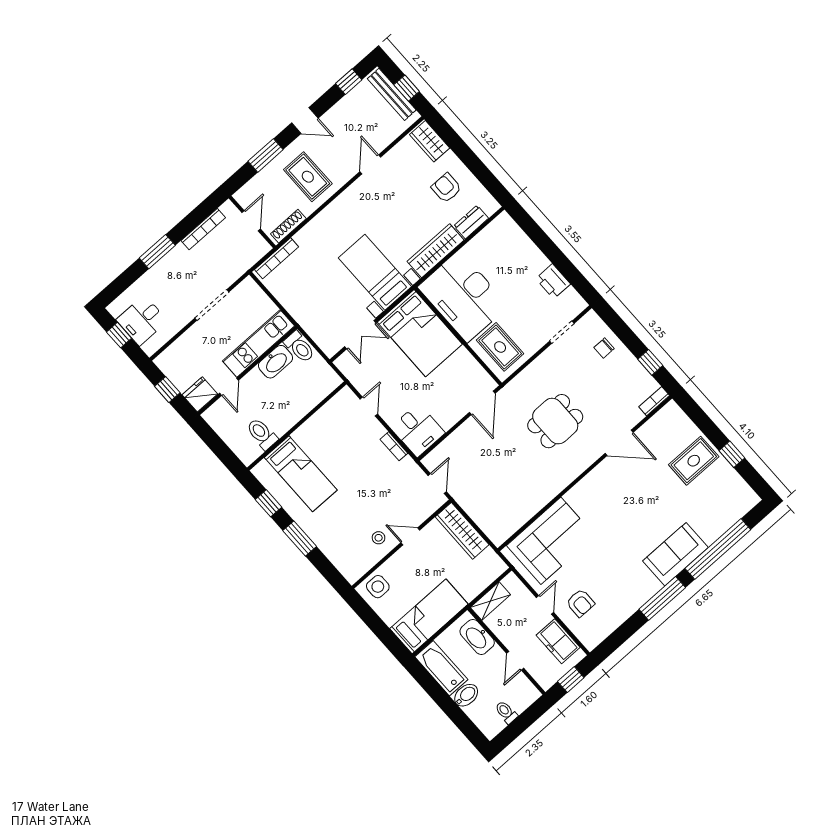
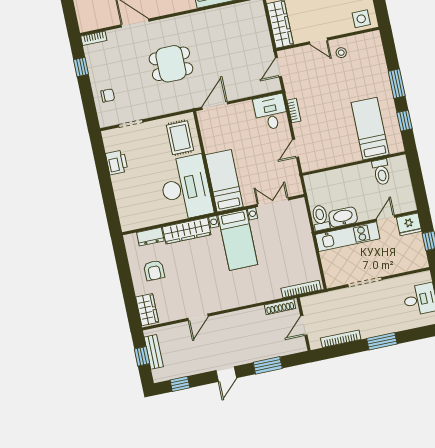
bench: (392, 94) -> (154, 352), width x0.73
door: (305, 121) -> (226, 374), swing flipped
rug: (308, 177) -> (247, 334), removed
bed: (420, 333) -> (224, 181), width x0.67

